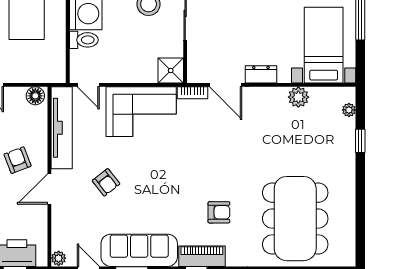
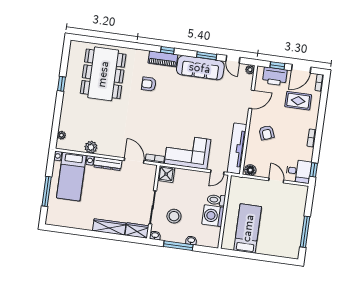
dresser: (261, 74) -> (108, 164), width x1.44
door: (88, 85) -> (217, 172), swing flipped
window: (360, 141) -> (62, 84), moved
armchair: (106, 182) -> (215, 112), removed
door: (49, 189) -> (251, 99), moved

